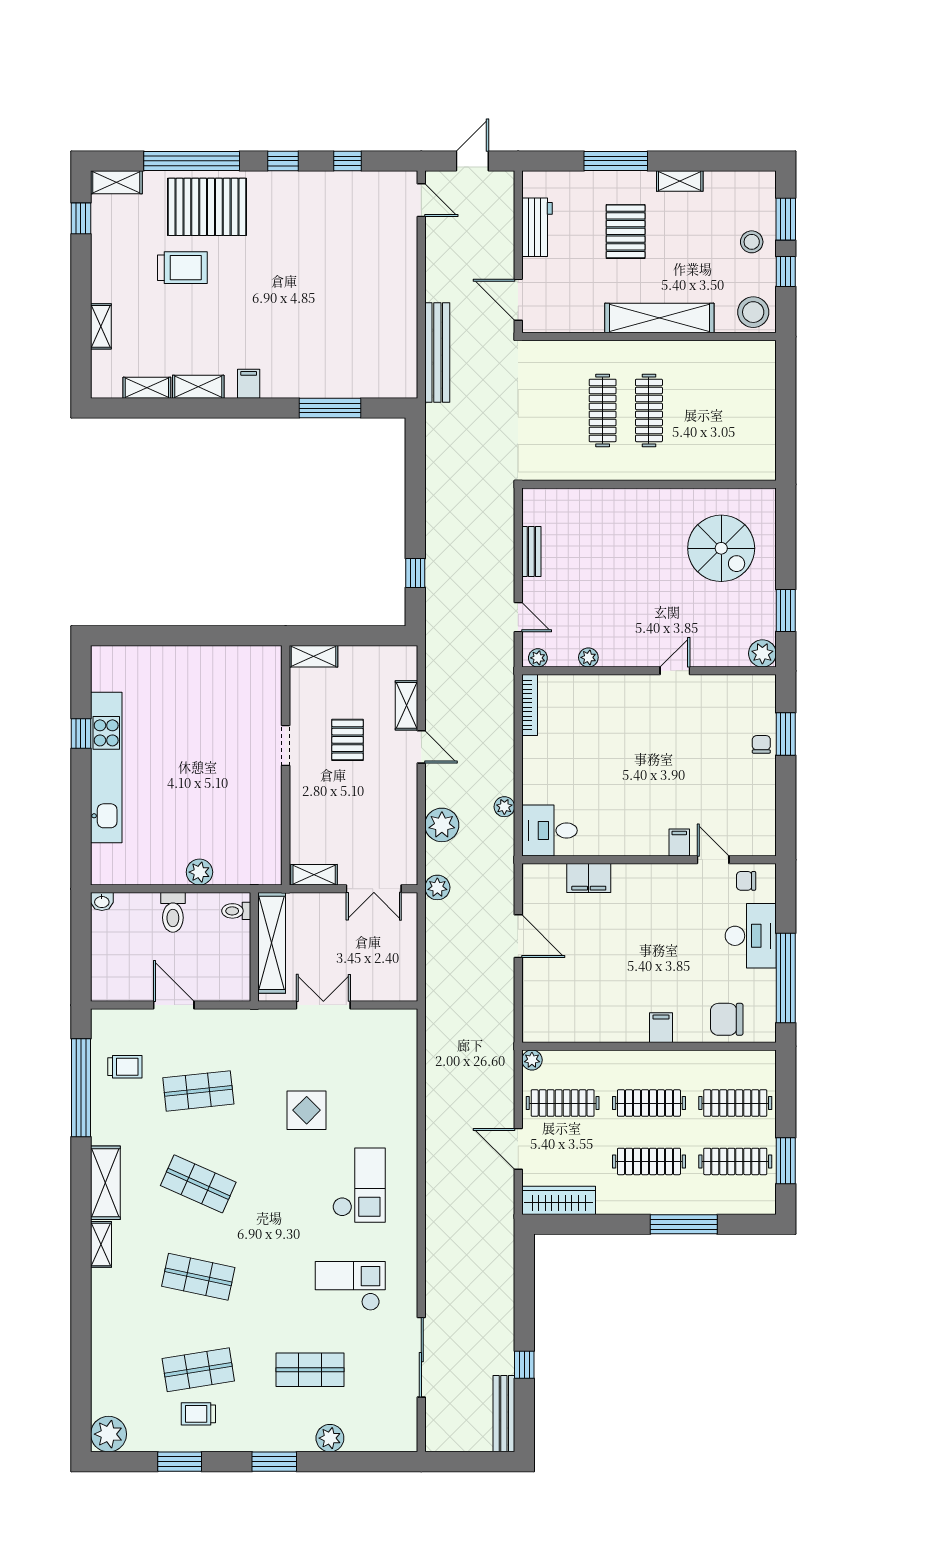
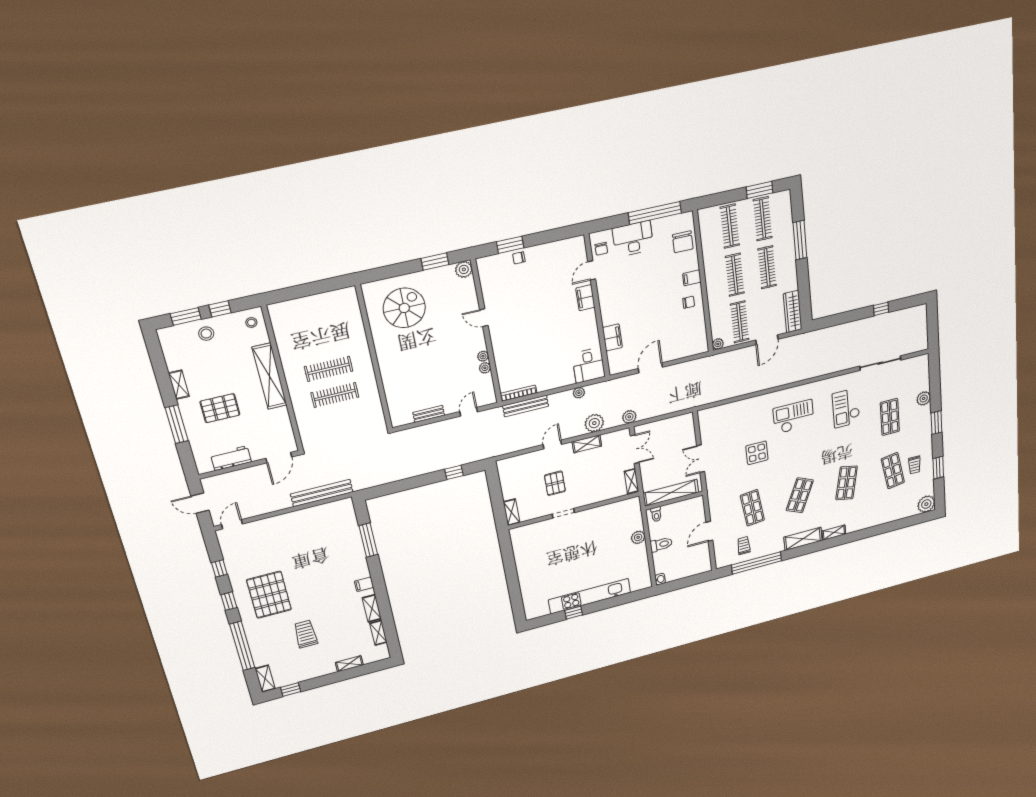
pallet: (207, 207) -> (269, 595), moved
stool: (753, 312) -> (251, 322), width x0.53, depth x0.53
plant: (538, 658) -> (483, 356), moved
shelving: (406, 705) -> (587, 444), moved
pallet: (347, 740) -> (555, 483), turned 90
filing cabinet: (679, 843) -> (585, 298), width x2.00
chair: (619, 1017) -> (689, 302), added
bench: (504, 1414) -> (526, 406), moved

